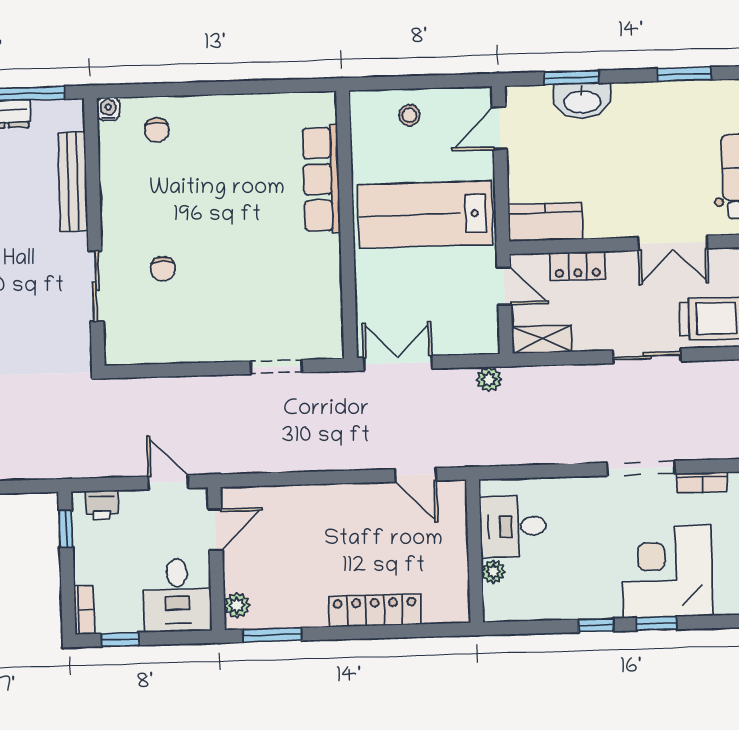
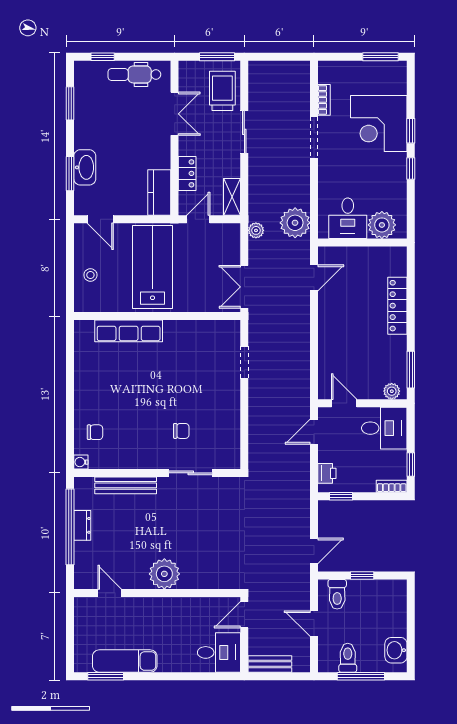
lab bench: (425, 215) -> (153, 267), turned 180
plant: (503, 442) -> (295, 223), added
plant: (493, 572) -> (382, 225), width x1.88, depth x1.88

